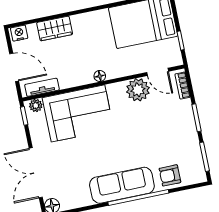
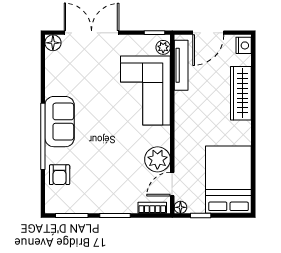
wardrobe: (55, 28) -> (241, 93), width x1.50
floor lamp: (100, 76) -> (180, 207), moved
tv unit: (42, 87) -> (181, 65), width x1.41
armchair: (170, 175) -> (60, 175), turned 180
sofa: (122, 185) -> (60, 122), width x0.73

